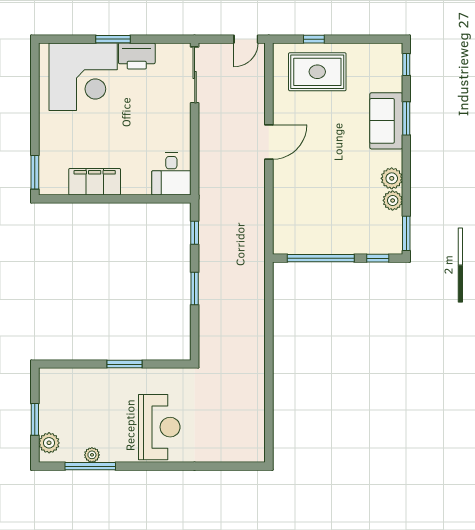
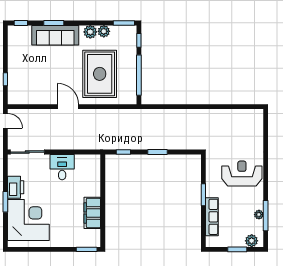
rug: (317, 72) -> (100, 74), moved, width x1.37, depth x1.44
sofa: (386, 121) -> (55, 35), width x1.36
desk: (171, 174) -> (62, 167), moved, turned -90
row of seats: (88, 378) -> (212, 217), added

